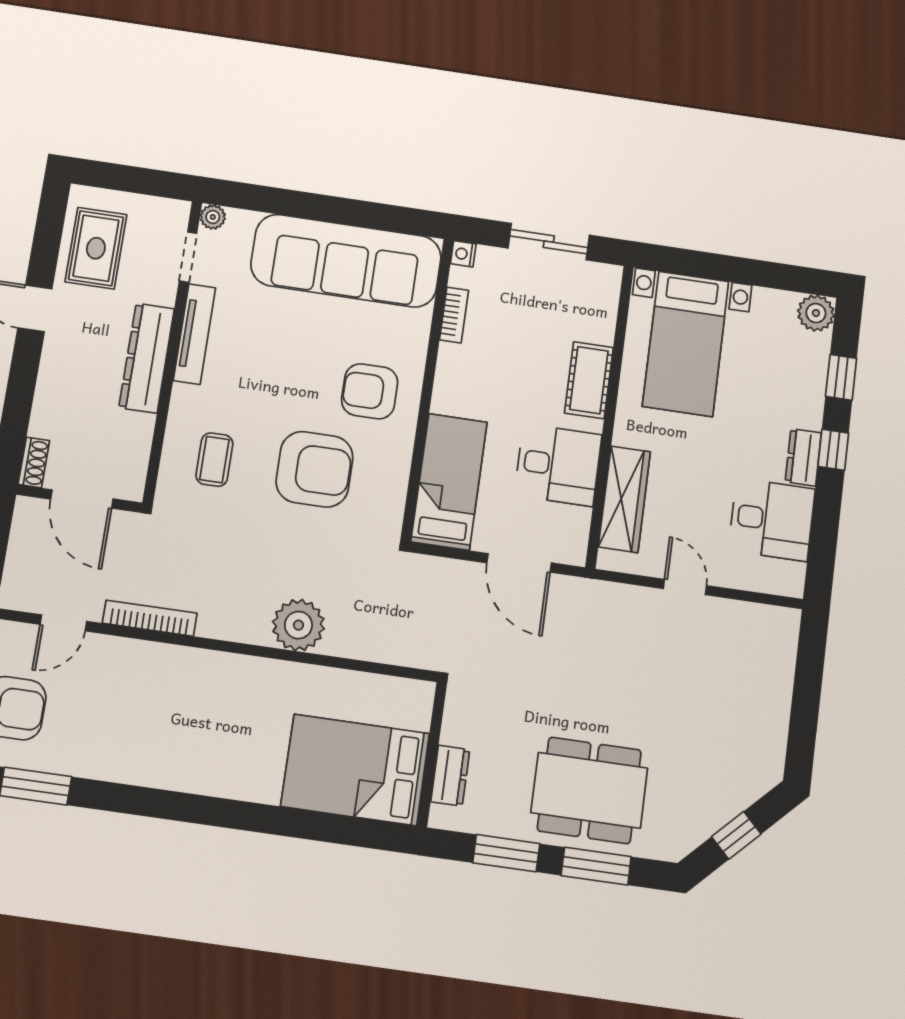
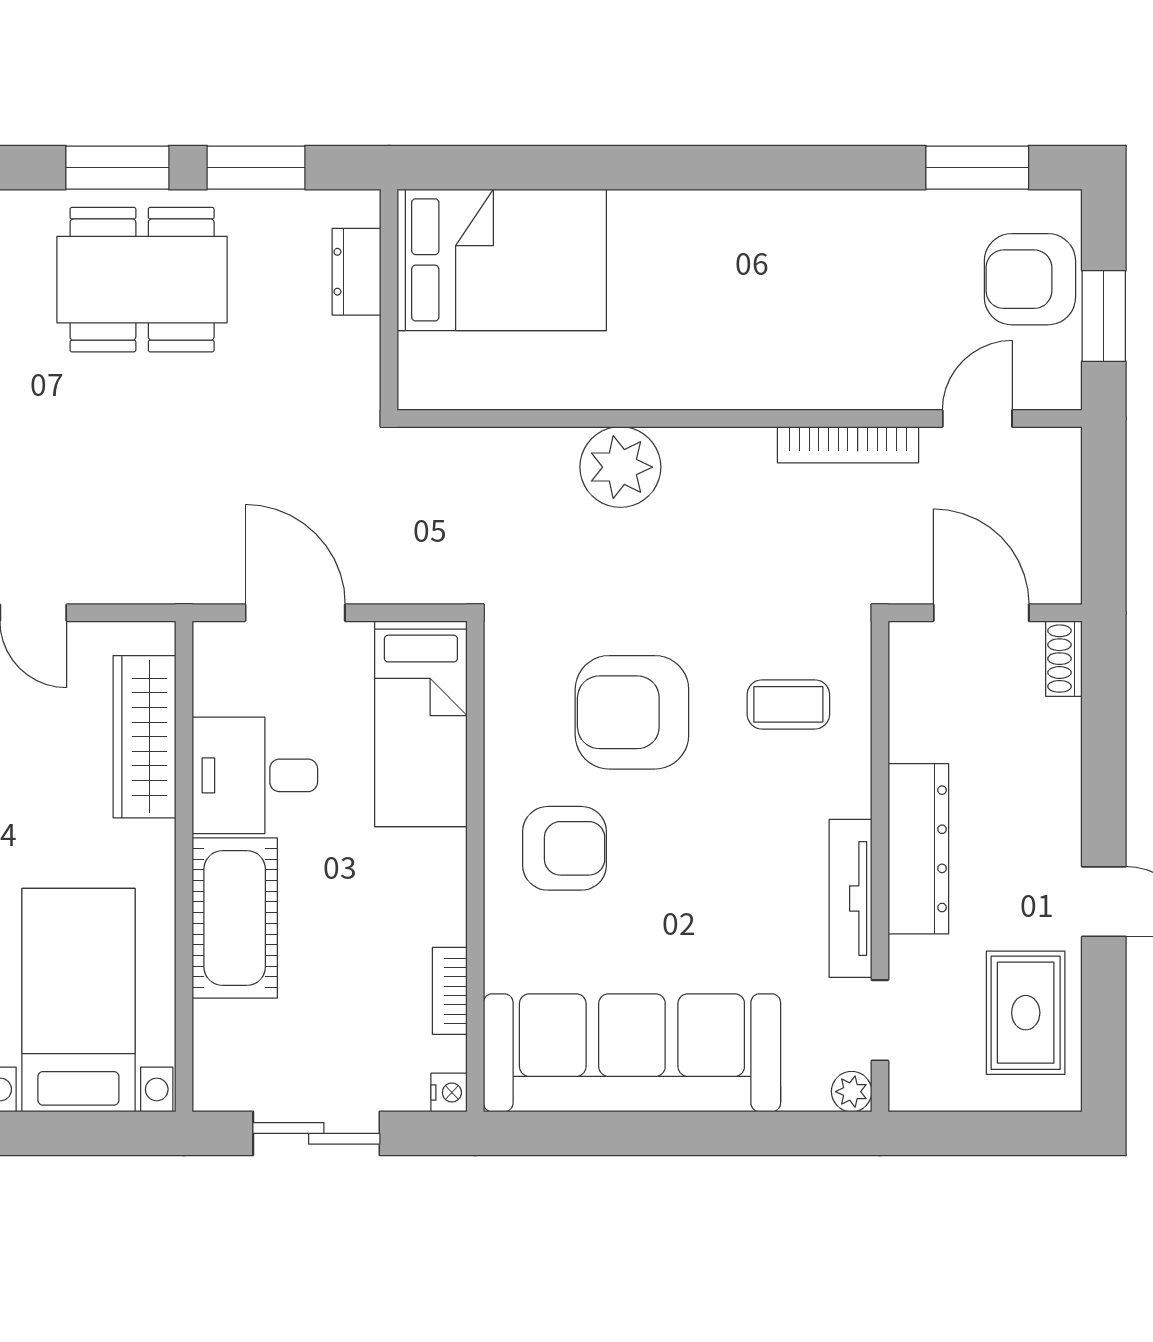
cot: (589, 380) -> (235, 918), width x1.37, depth x1.34
coffee table: (214, 460) -> (788, 704), turned 90

